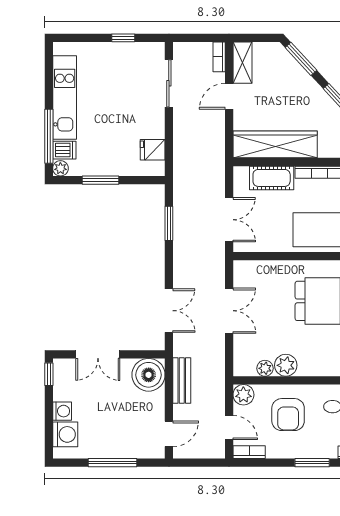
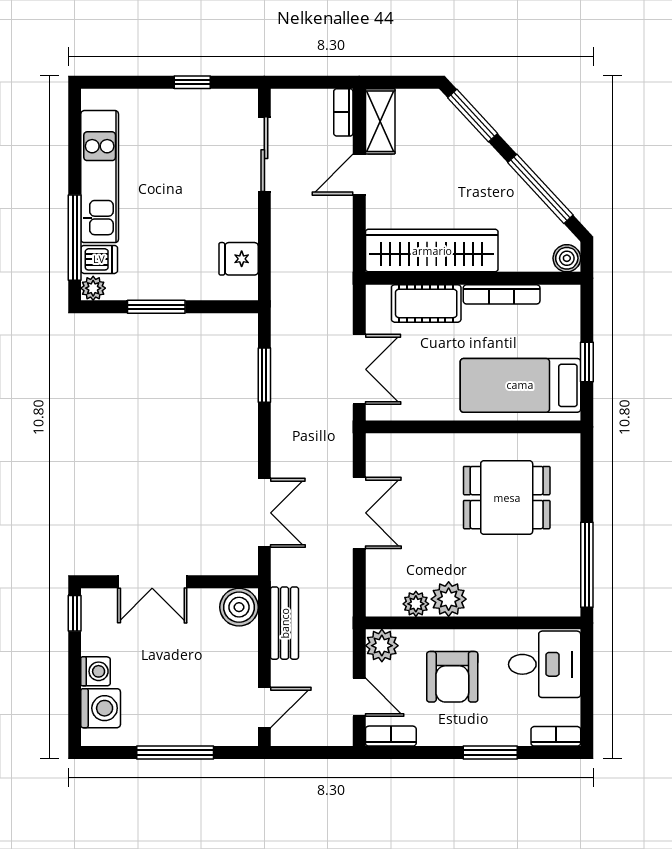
boiler: (149, 375) -> (239, 607), width x0.73, depth x0.73

